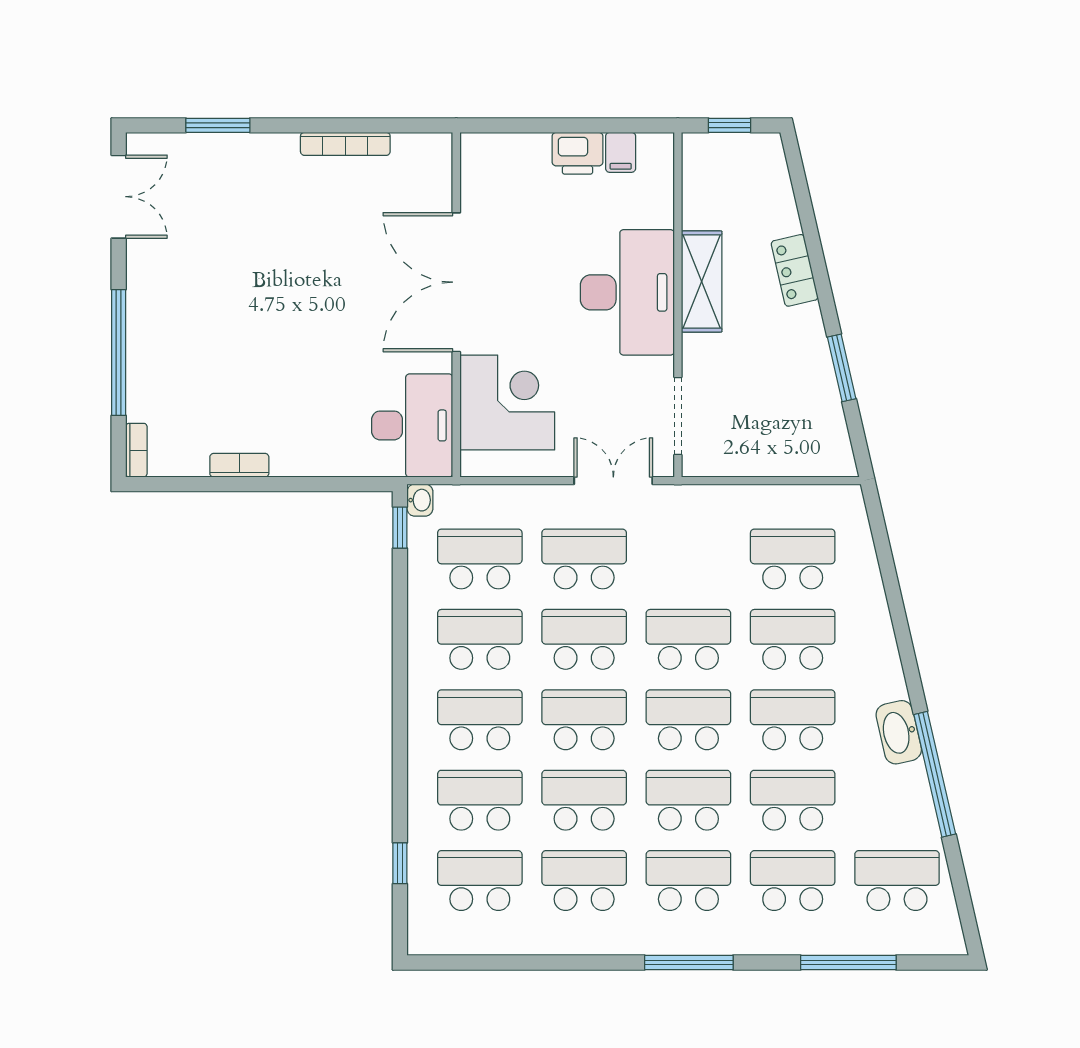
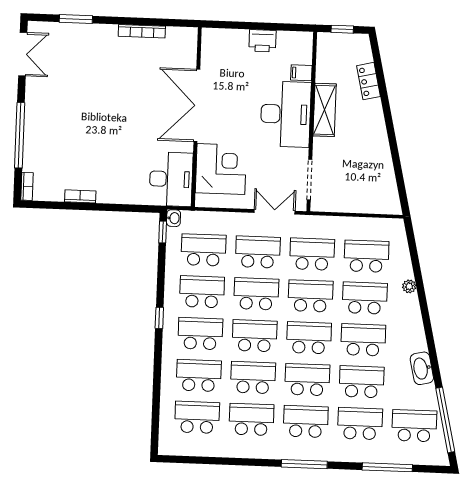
filing cabinet: (621, 152) -> (301, 73), moved, turned 90
locker: (795, 270) -> (368, 81), moved
window: (842, 368) -> (396, 158), removed
school desk: (688, 559) -> (312, 254), added
plant: (877, 614) -> (409, 286), added
washbasin: (899, 732) -> (422, 368), moved
window: (935, 774) -> (445, 420), moved
window: (400, 863) -> (159, 318), moved

